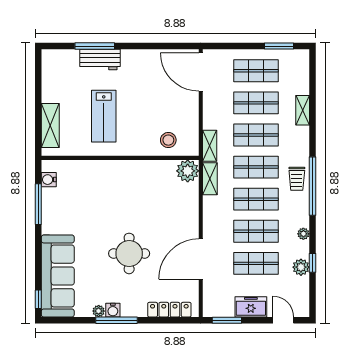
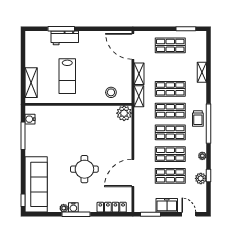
shop shelf: (256, 103) -> (170, 67), removed
shelving: (210, 179) -> (139, 74), moved

